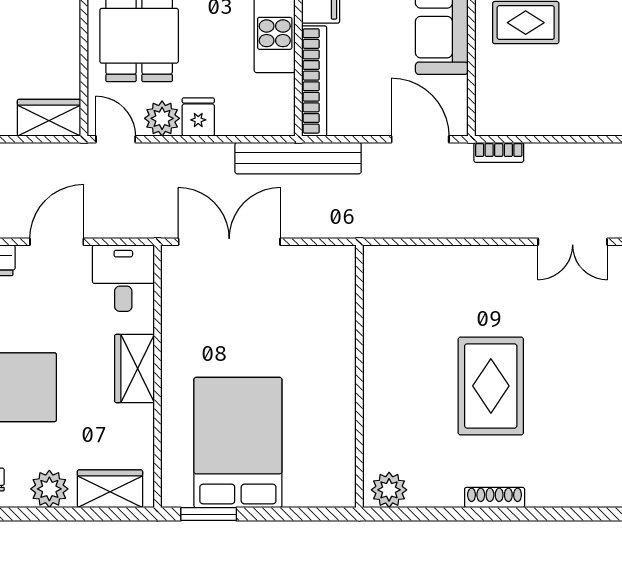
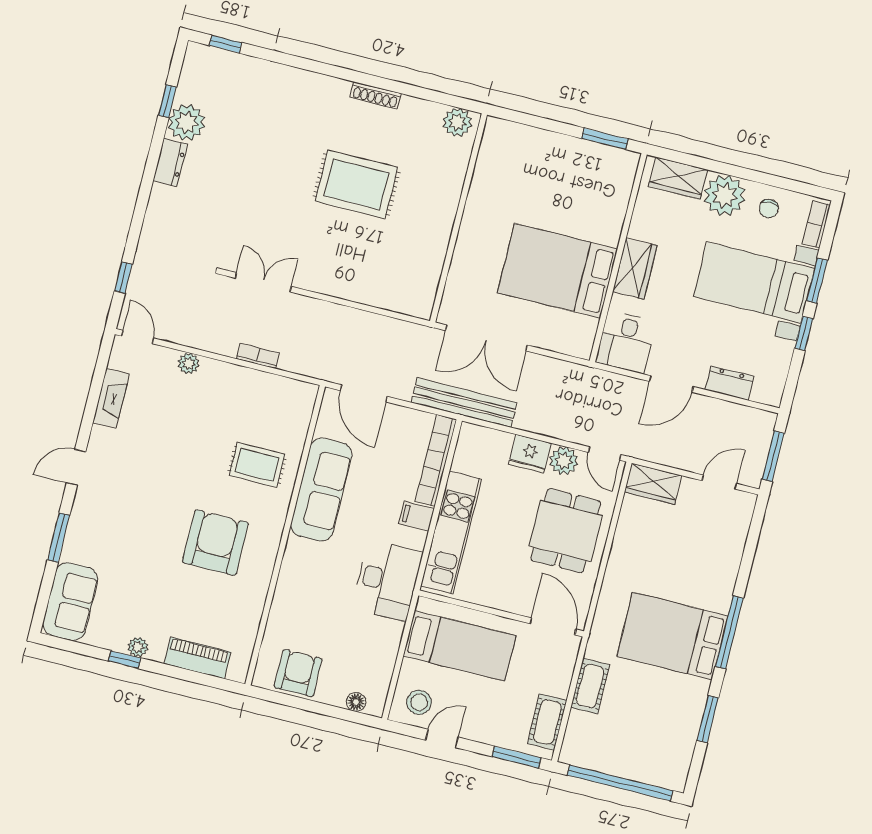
fridge: (198, 117) -> (530, 454), width x1.38
bookcase: (499, 152) -> (258, 356), moved
double door: (229, 242) -> (486, 338), moved
rug: (491, 386) -> (356, 184), turned 90
bed: (238, 443) -> (557, 271), moved, turned 90
plant: (49, 489) -> (725, 195), width x1.36, depth x1.36

